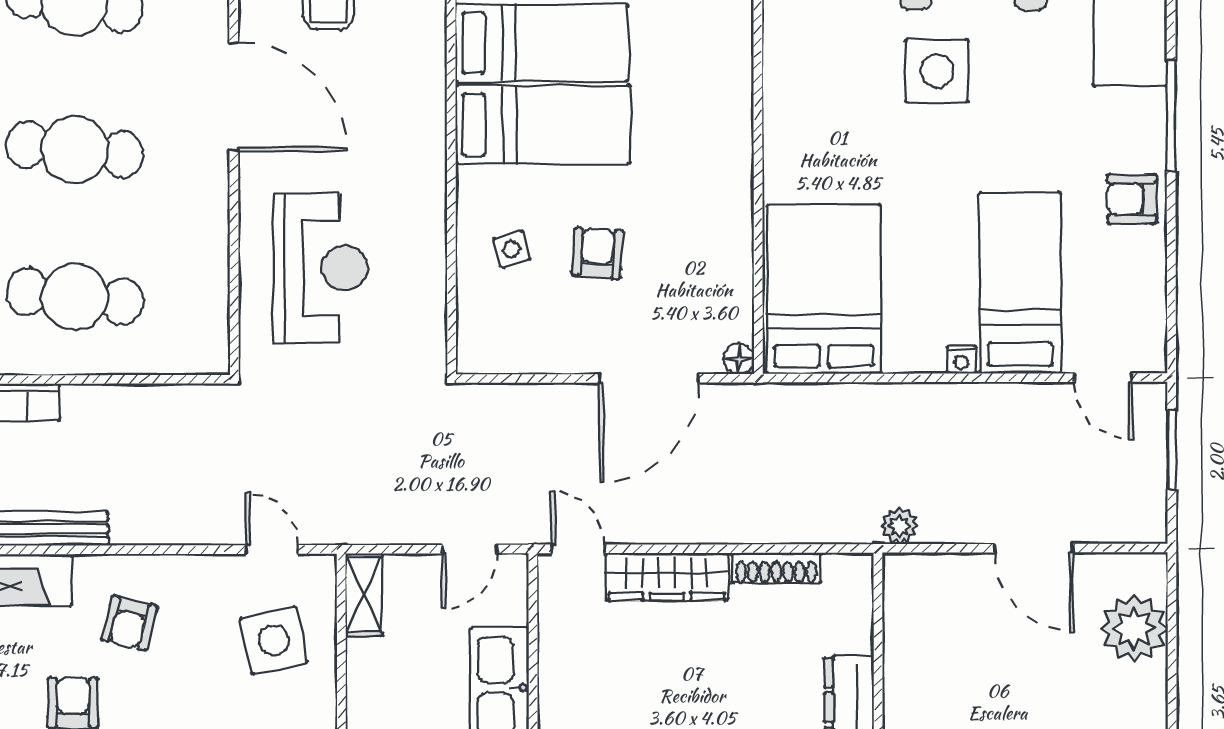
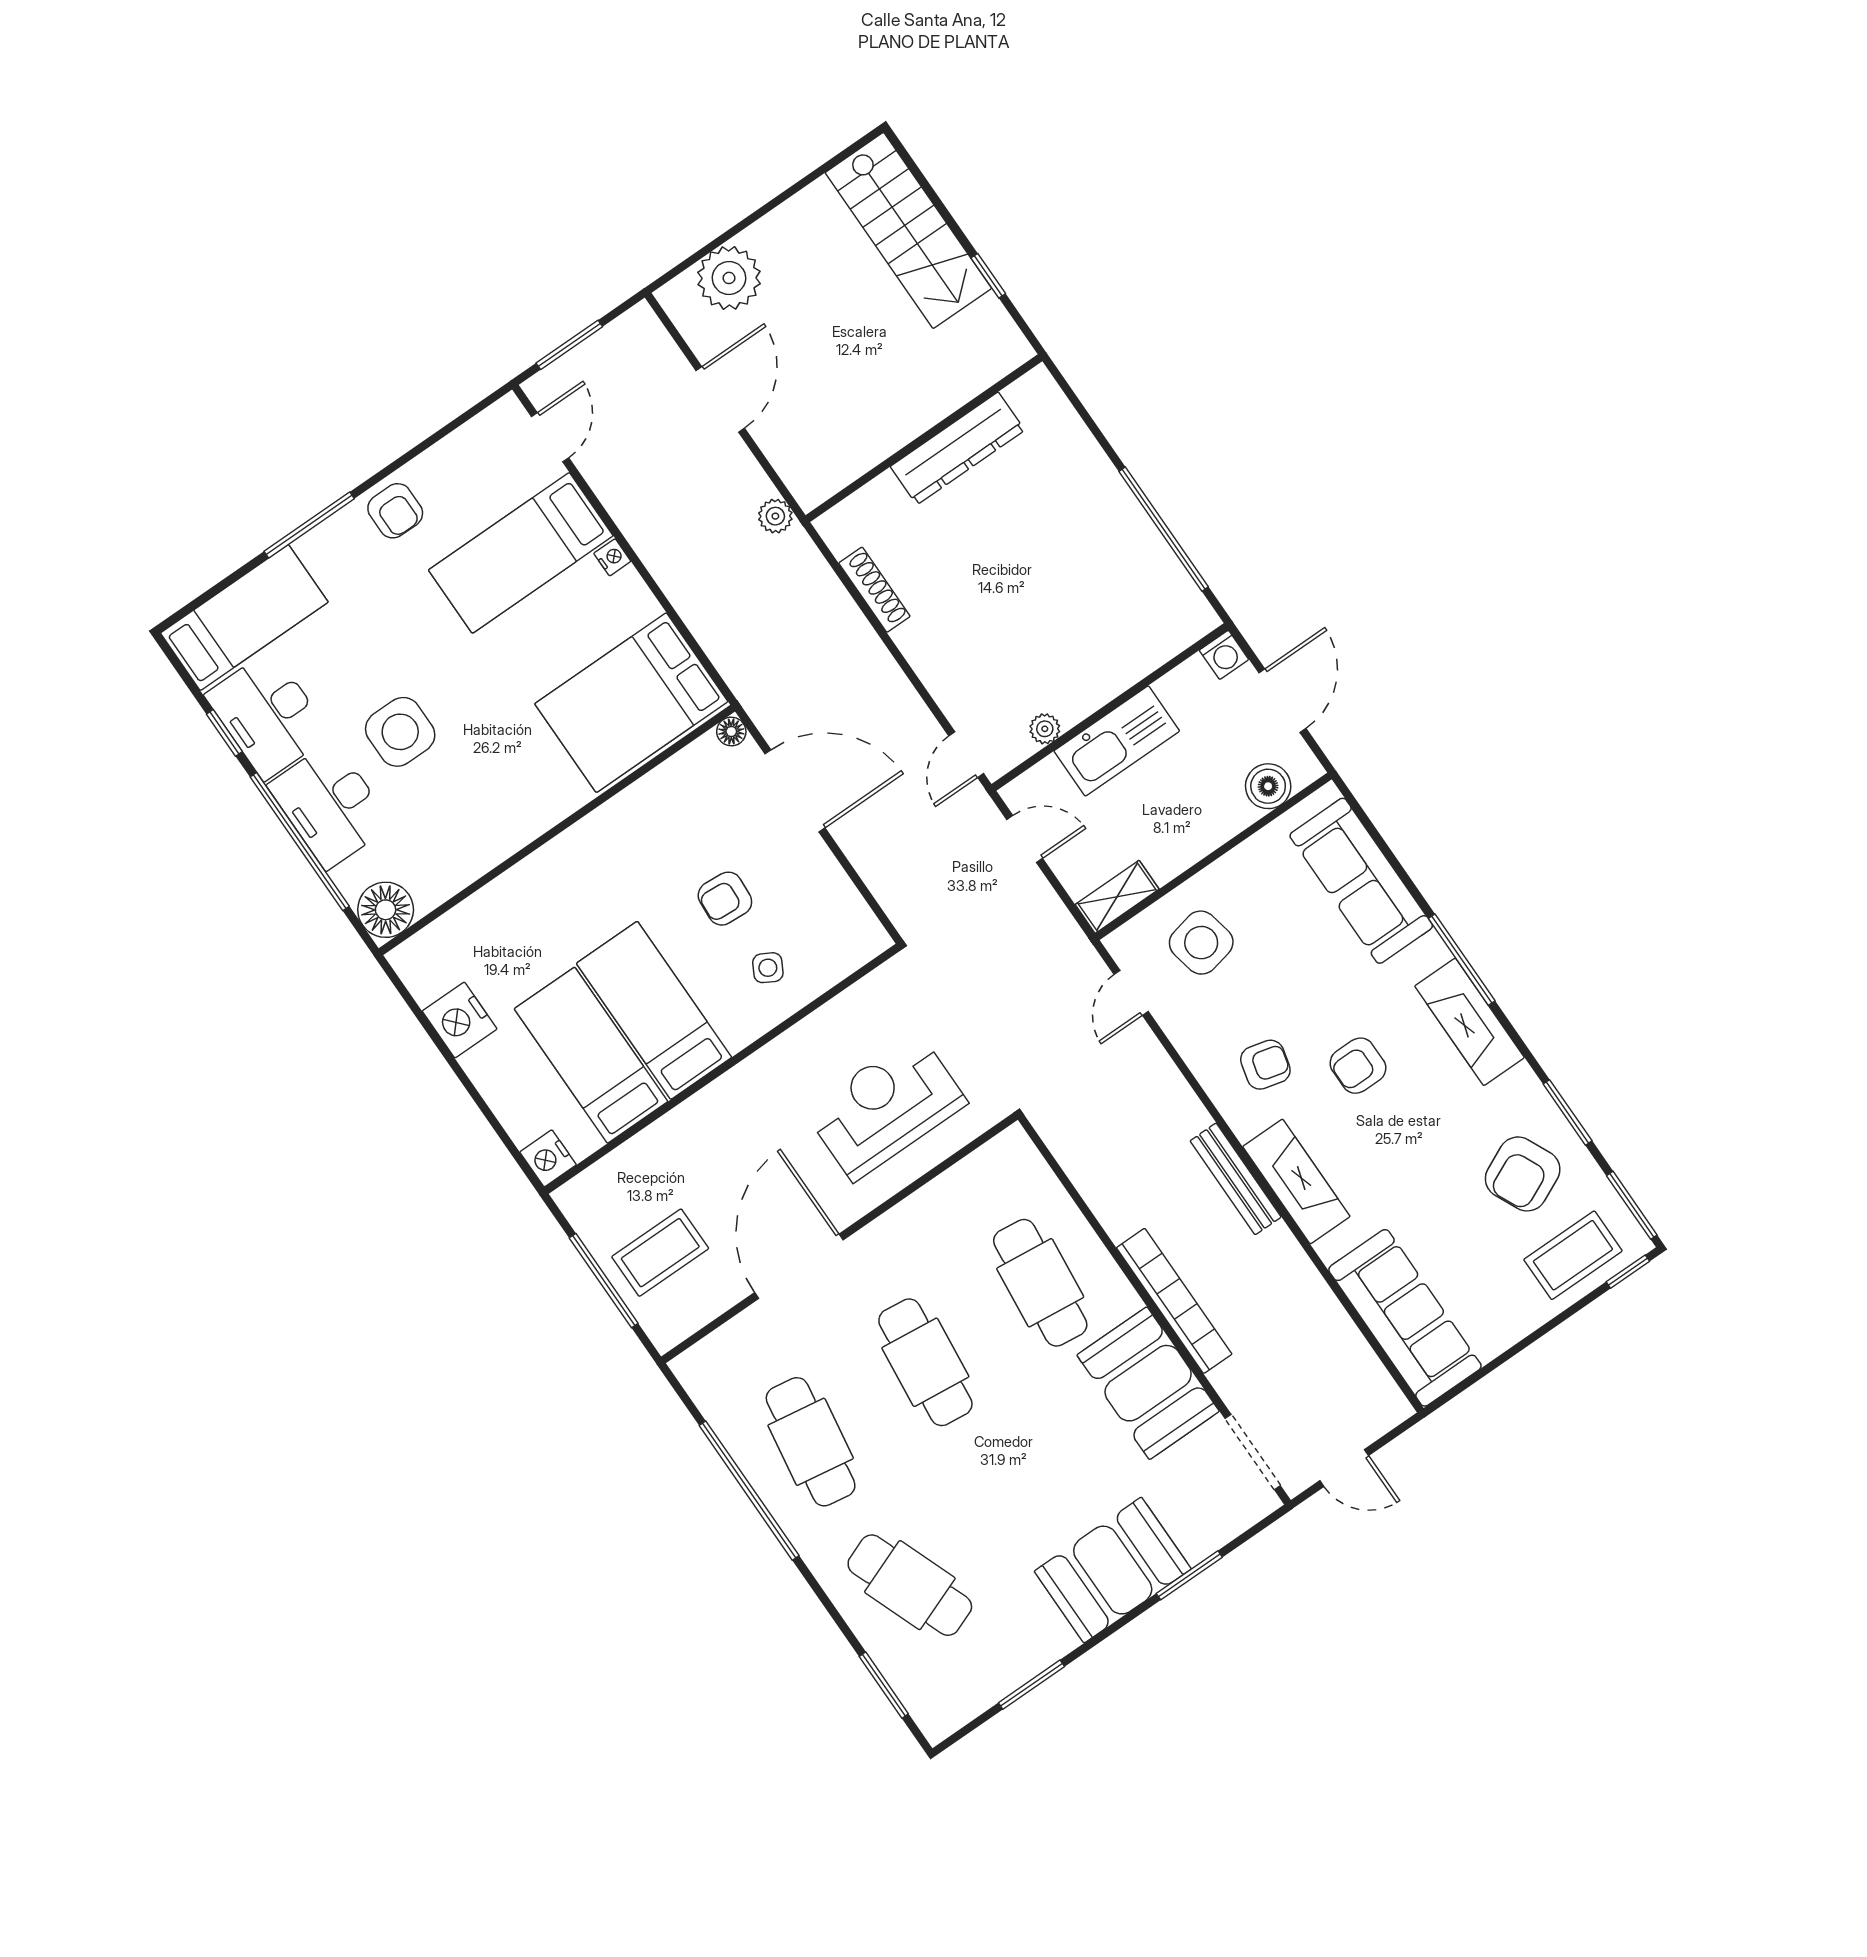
side table: (512, 249) -> (768, 968), turned 45
wardrobe: (667, 577) -> (940, 670), removed
plant: (553, 633) -> (1045, 729), added

